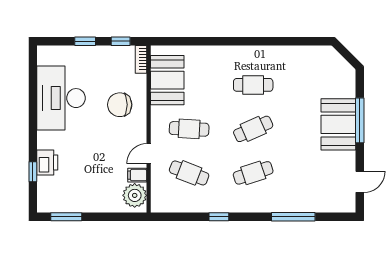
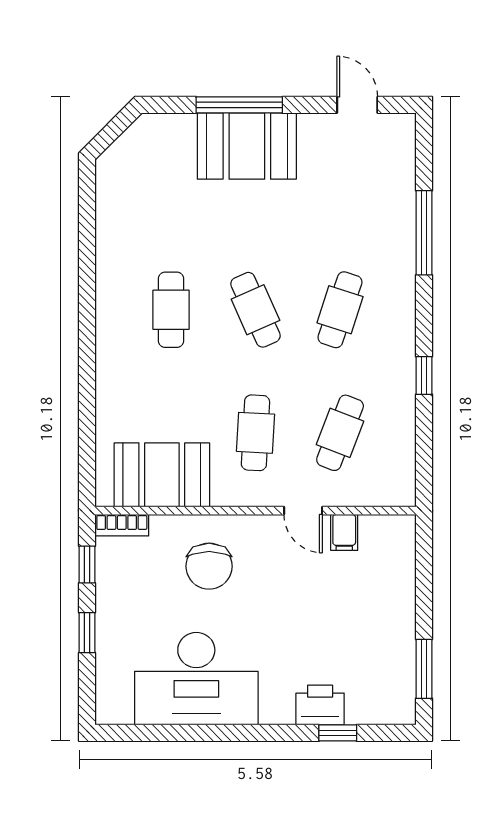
cafe table: (253, 173) -> (340, 310), turned 36
plant: (135, 195) -> (383, 537), removed

